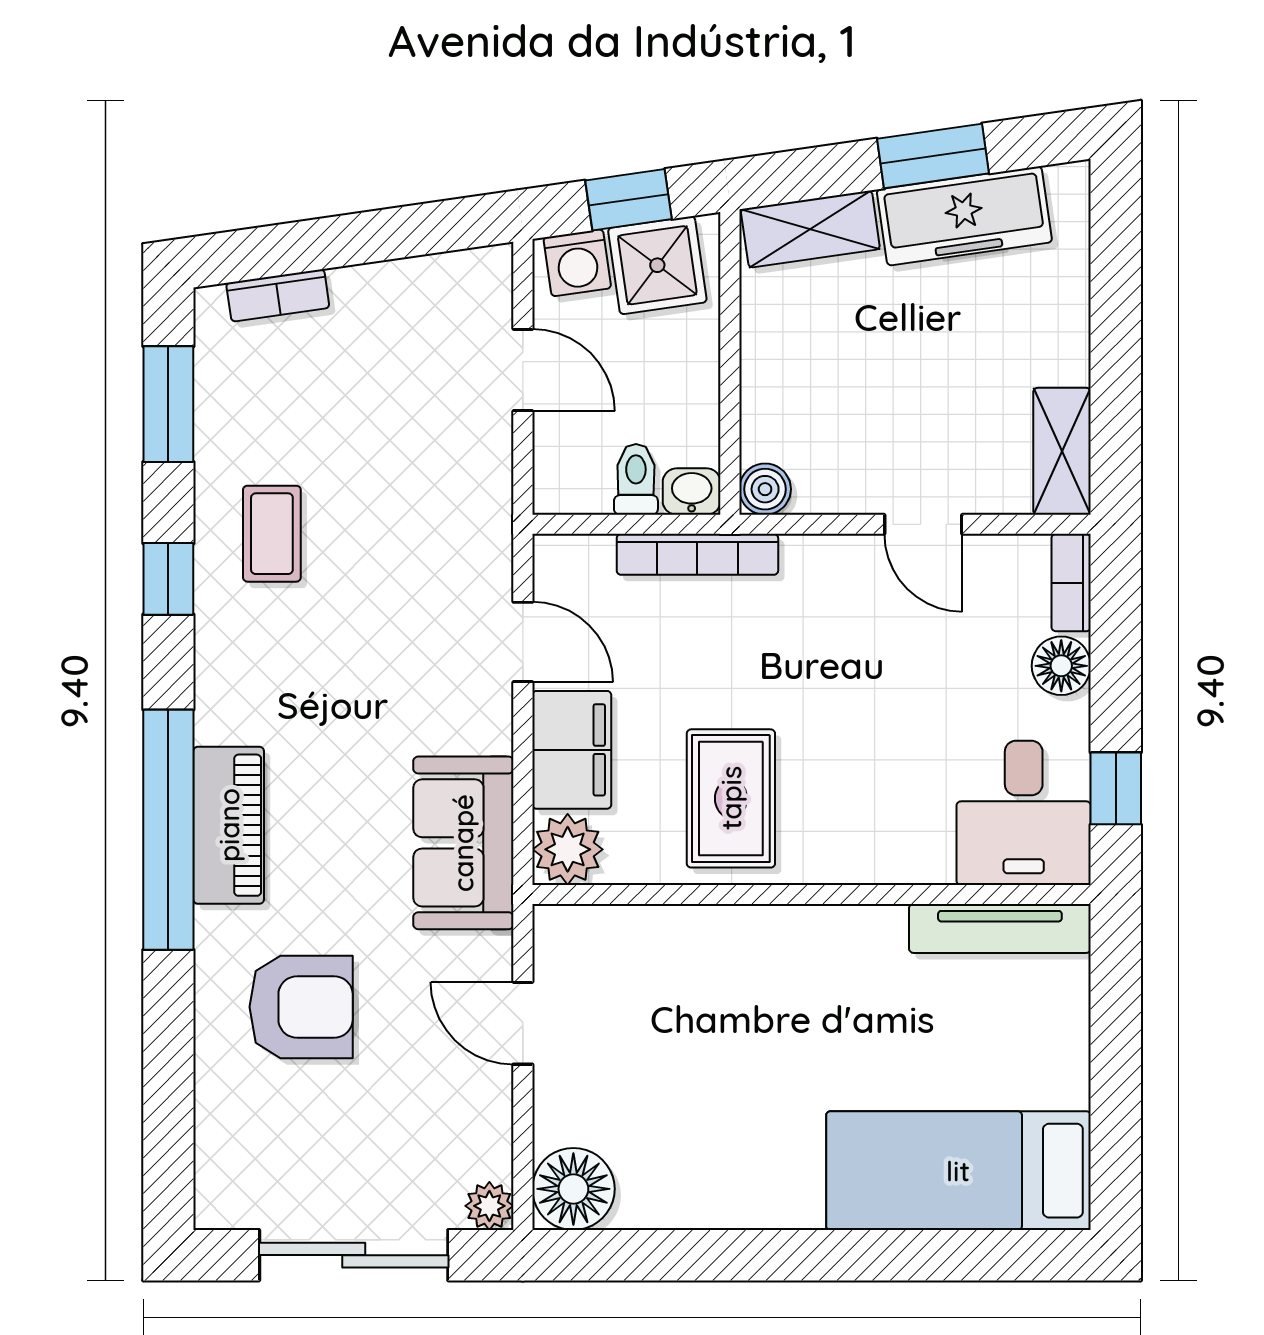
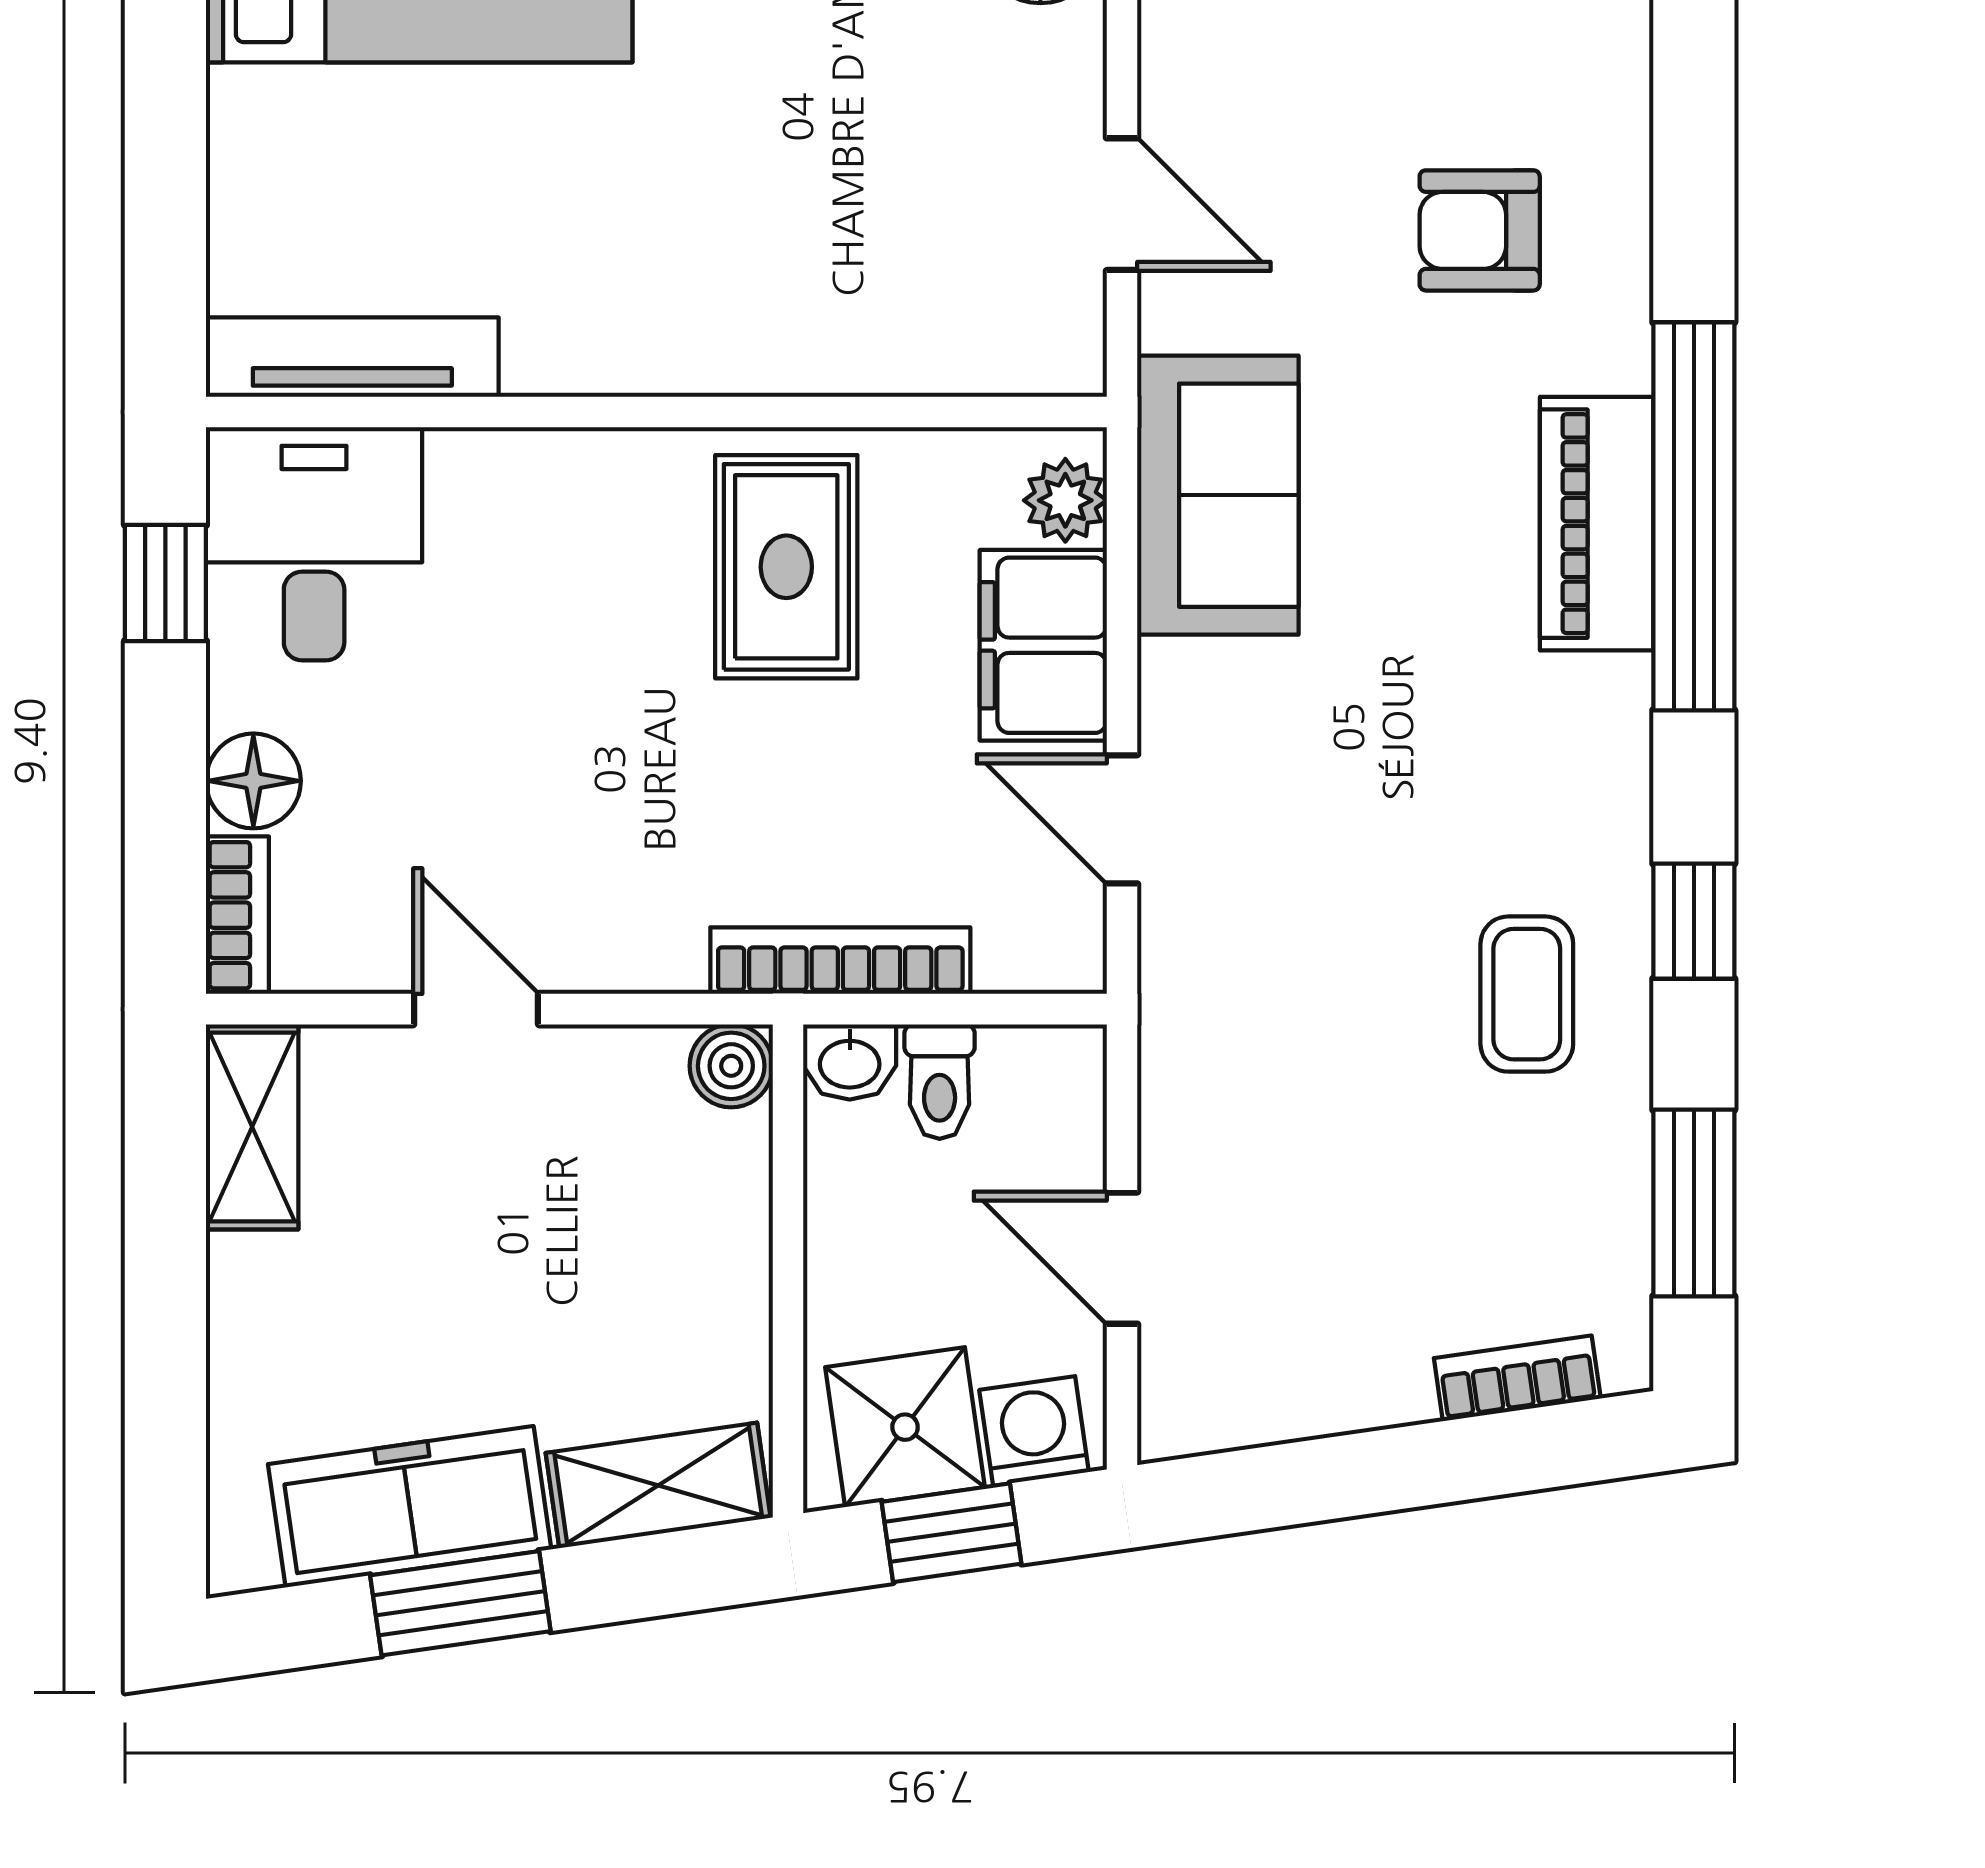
plant: (568, 849) -> (1065, 500), width x0.73, depth x0.73
armchair: (301, 1007) -> (1480, 230), width x0.72, depth x0.72

